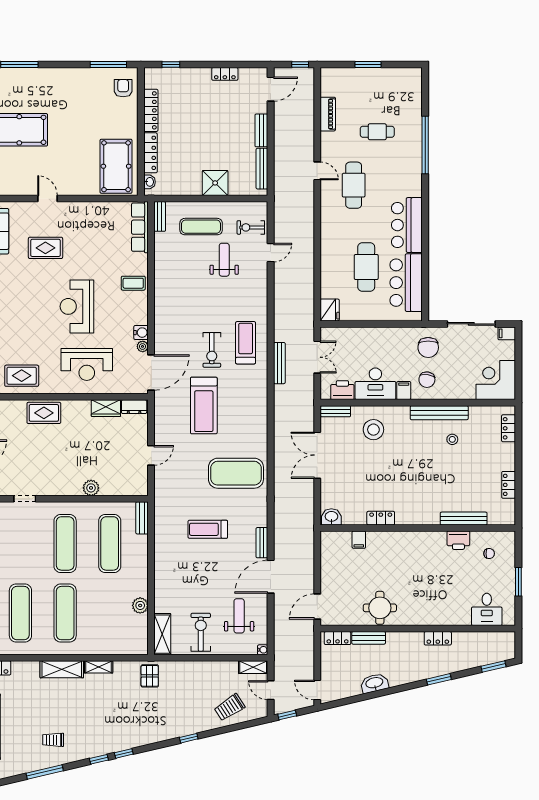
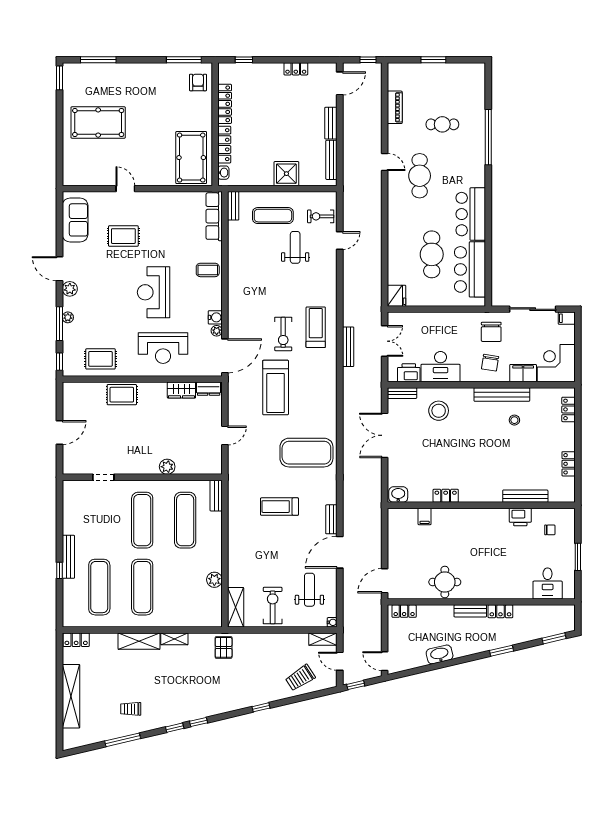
filing cabinet: (404, 391) -> (523, 373), moved, width x2.00
bench: (369, 638) -> (470, 611), moved

